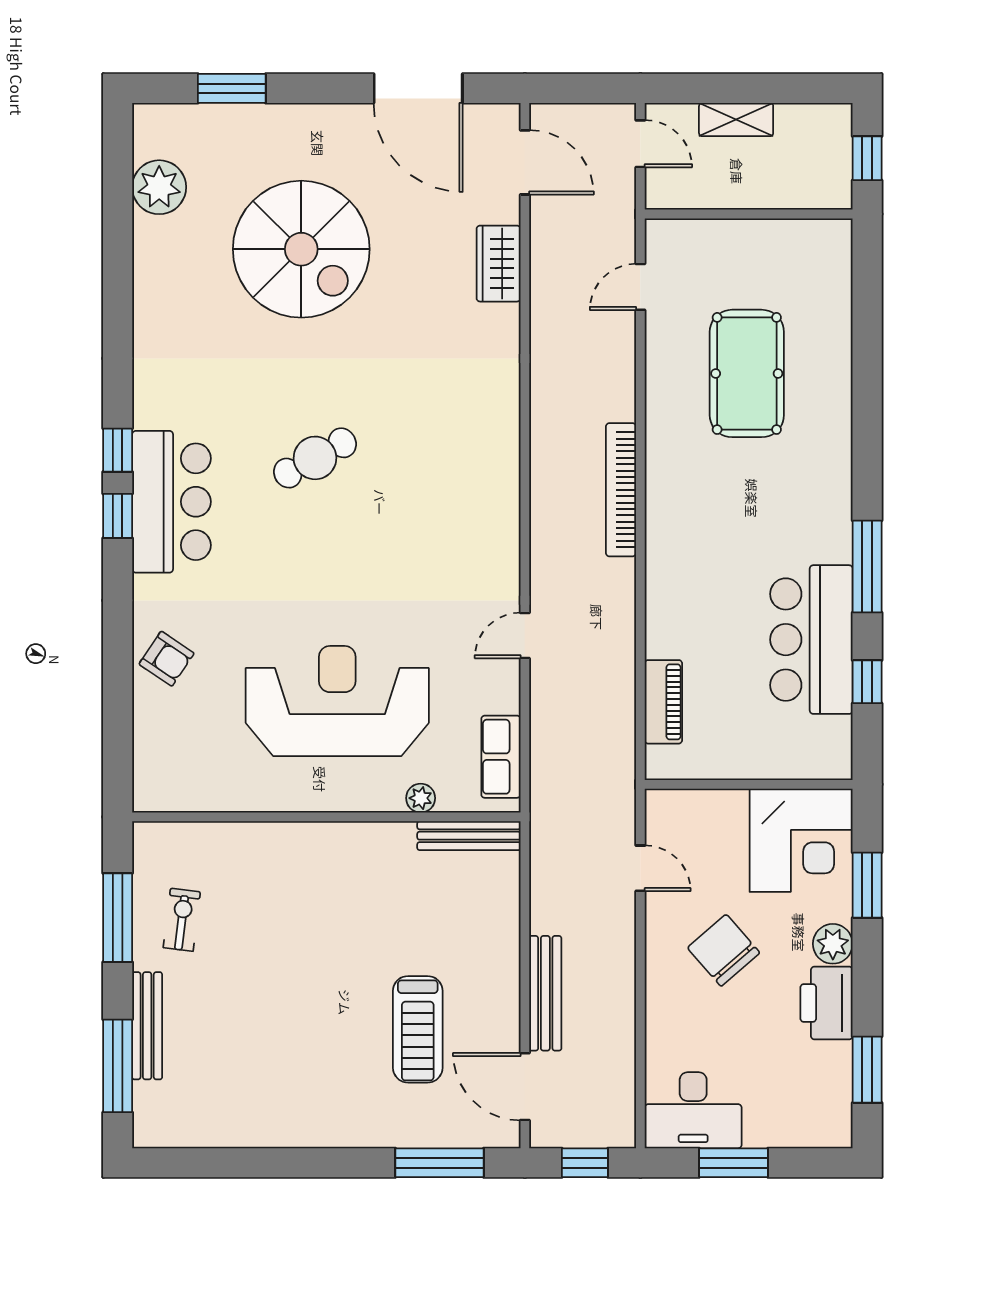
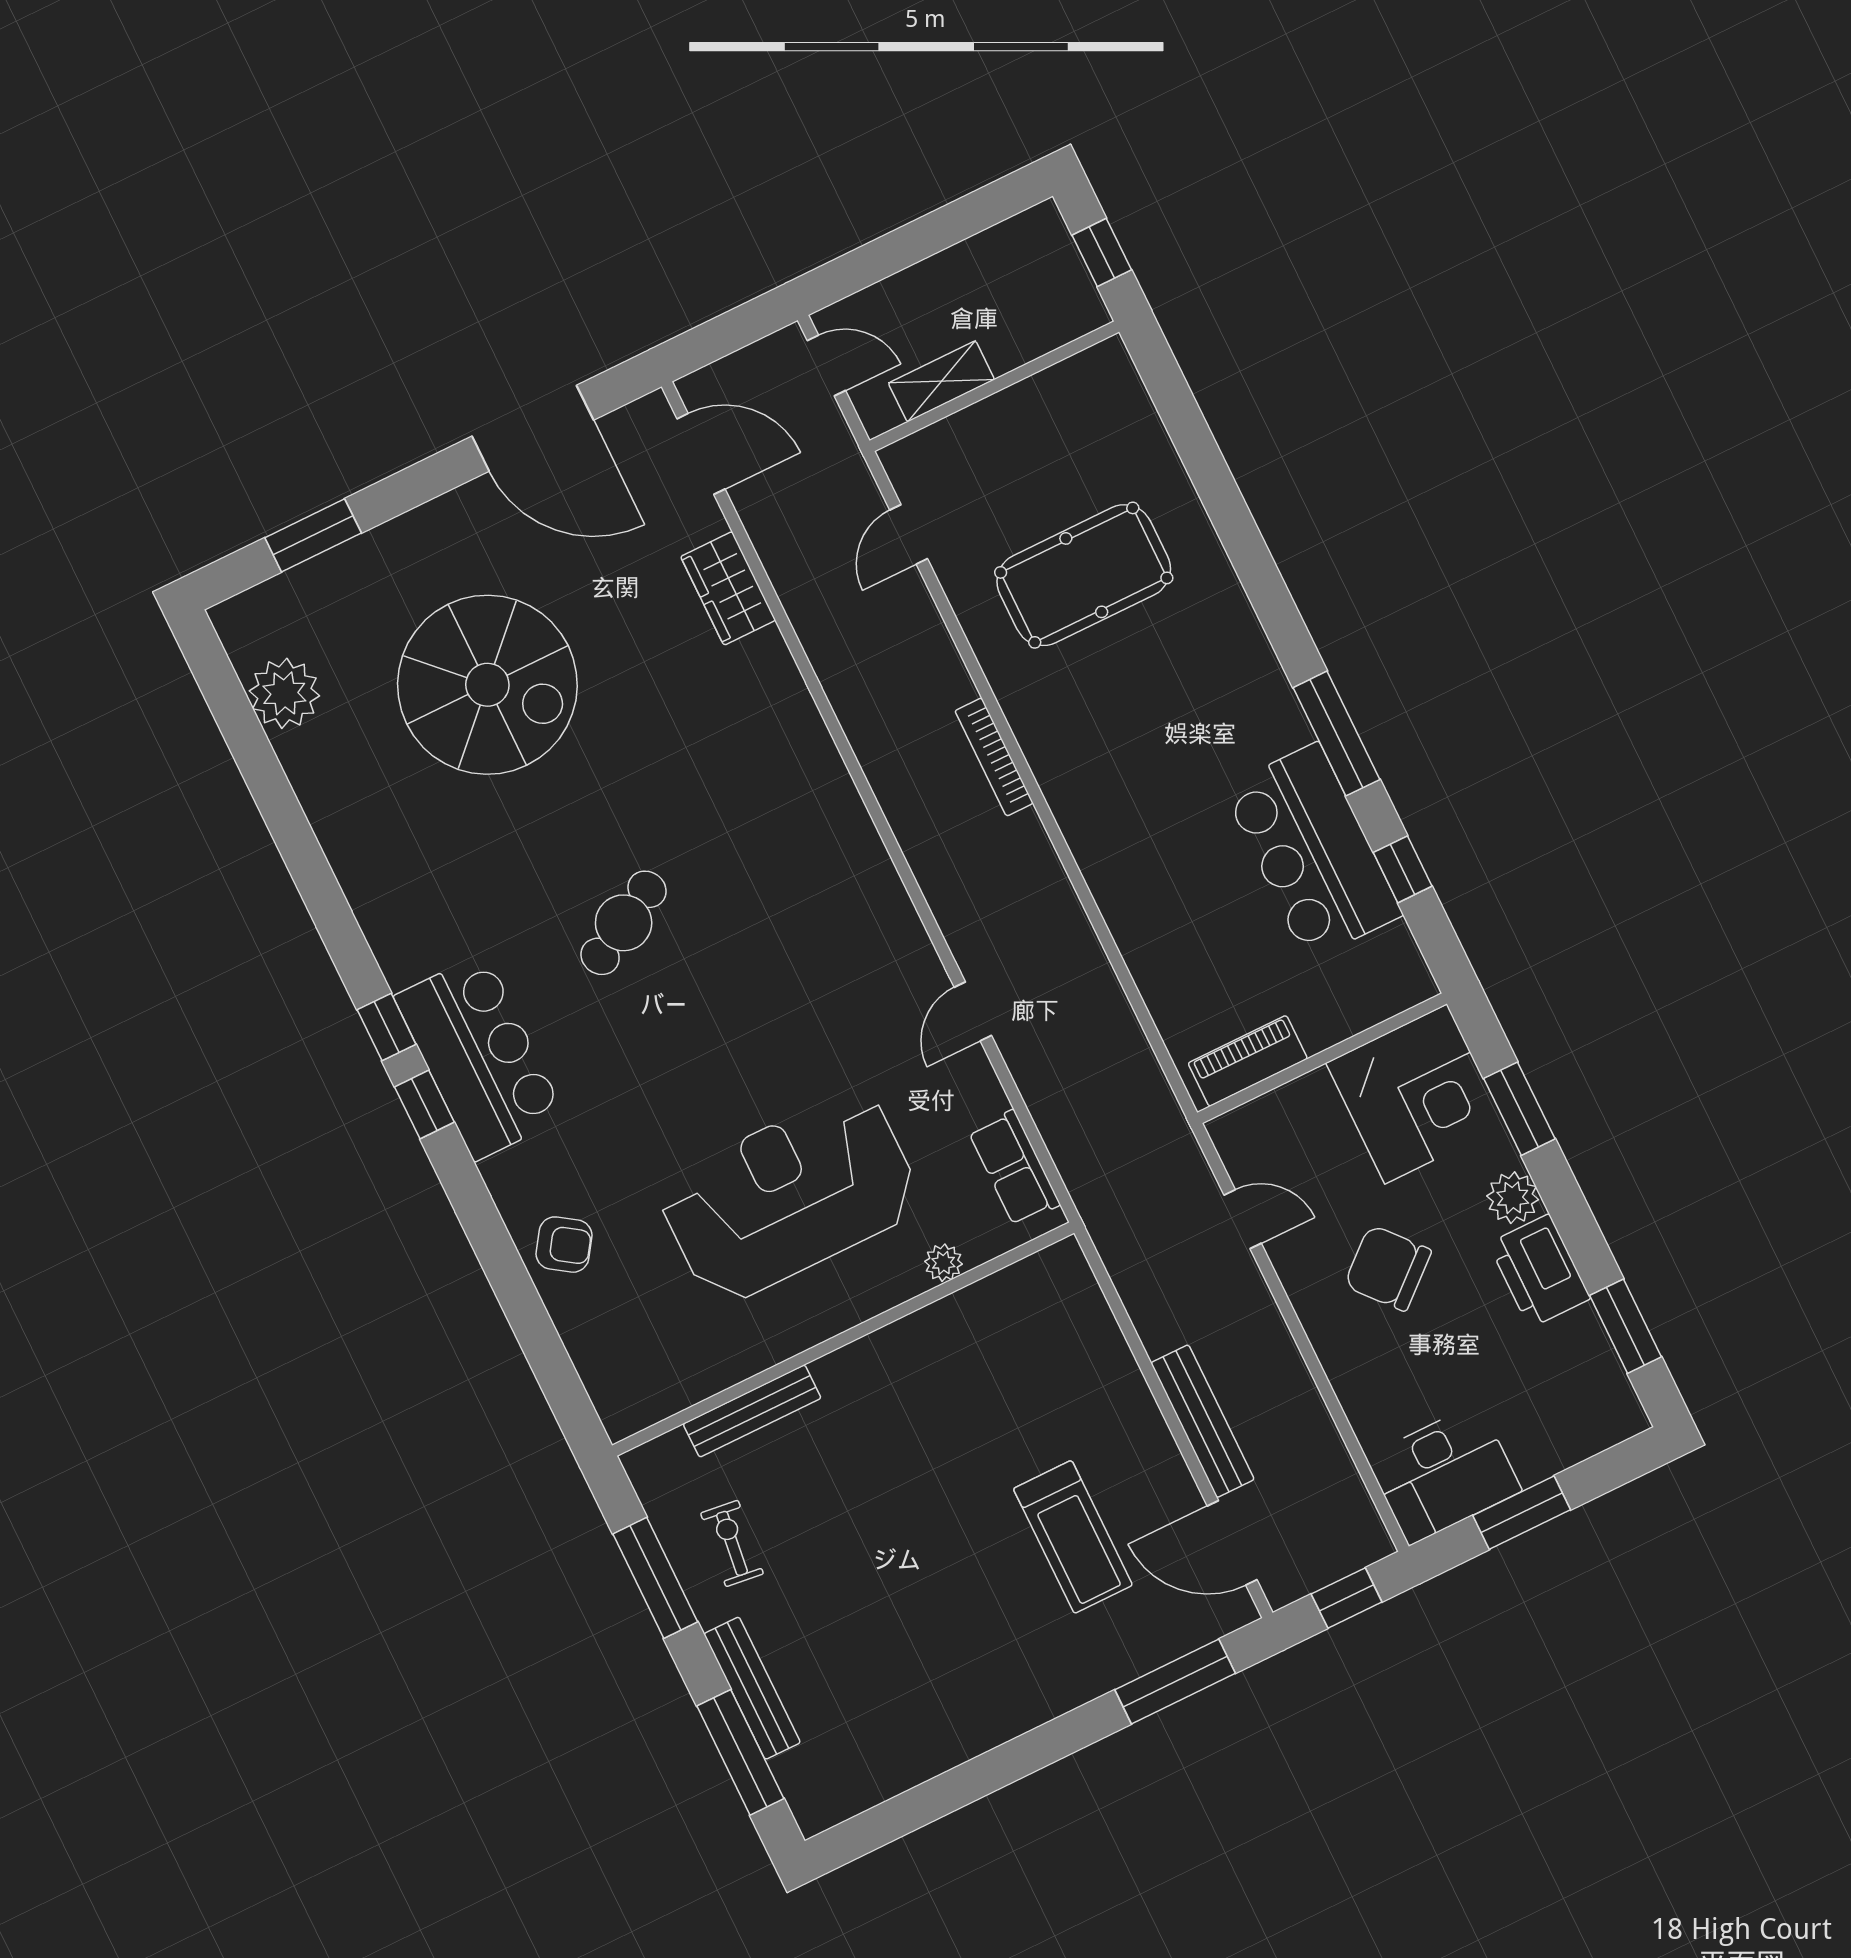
shelving: (736, 120) -> (941, 381), moved
pool table: (747, 373) -> (1084, 575), turned 90
bookcase: (621, 490) -> (994, 757), width x0.68, depth x0.76
piano: (663, 702) -> (1248, 1061), moved, turned -90
bench: (469, 836) -> (752, 1411), moved

